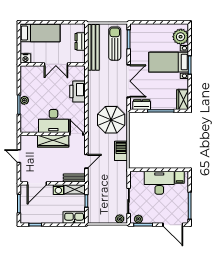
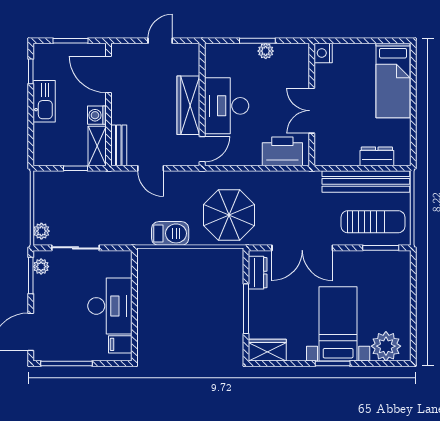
nightstand: (25, 58) -> (323, 53), moved
wall: (53, 64) -> (312, 104), moved
double door: (56, 64) -> (312, 111), moved
kitchen sink: (74, 217) -> (44, 101), moved

